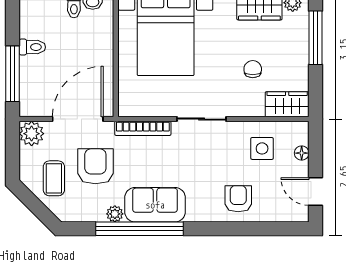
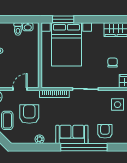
door: (78, 119) -> (20, 89), width x0.53
sofa: (155, 205) -> (72, 134), moved
window: (140, 229) -> (84, 147), moved

